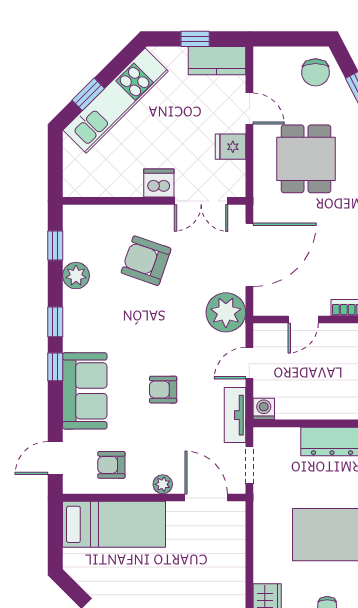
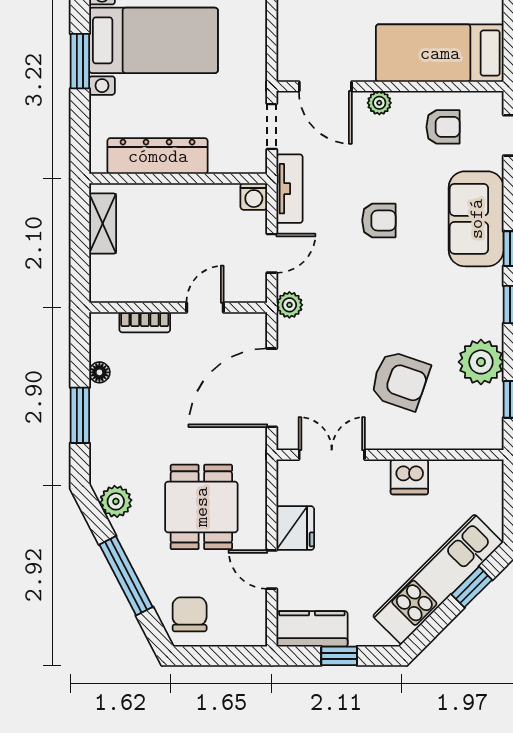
fridge: (230, 147) -> (295, 528), width x1.38
dishwasher: (159, 183) -> (409, 477), moved
plant: (76, 276) -> (481, 362), width x1.36, depth x1.36
plant: (226, 312) -> (289, 305), width x0.53, depth x0.53

